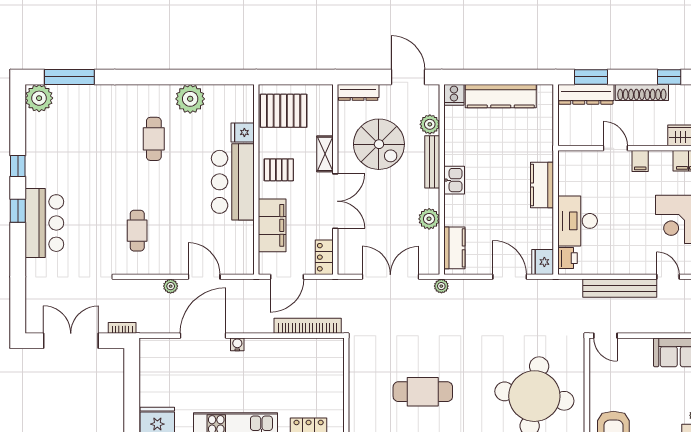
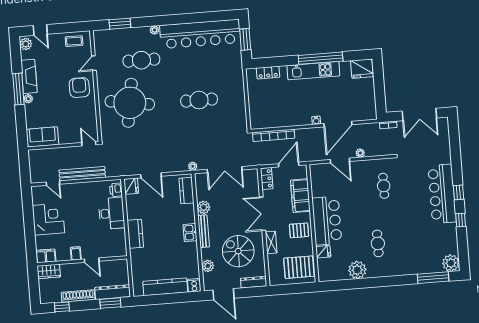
bench: (432, 162) -> (204, 231), moved
bar counter: (44, 223) -> (442, 194), width x1.36

